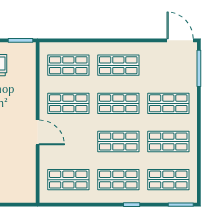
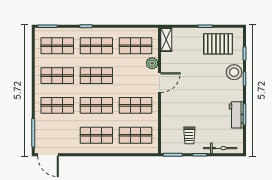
door: (38, 132) -> (159, 83), swing flipped
plant: (47, 157) -> (152, 63), added
shelving: (29, 187) -> (166, 40), added

